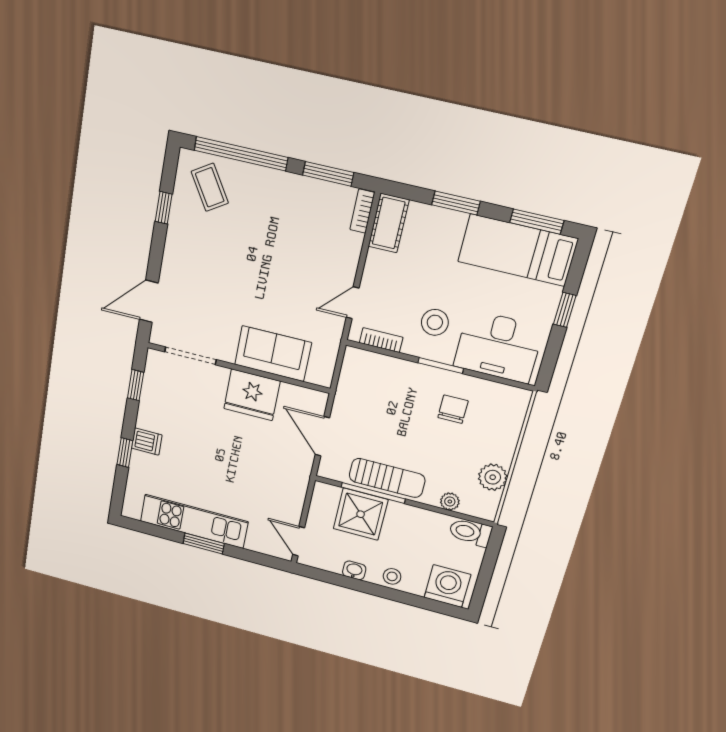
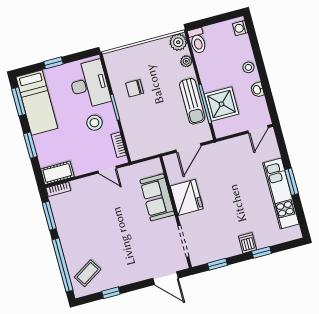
plant: (493, 477) -> (178, 42), moved
sun lounger: (387, 478) -> (192, 101), turned 180
washing machine: (447, 586) -> (240, 28), width x0.53, depth x0.53

